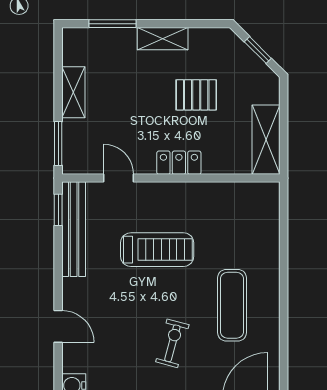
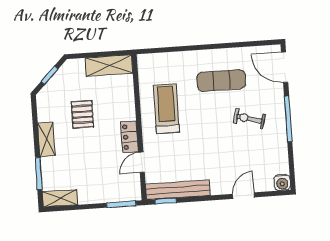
shelving: (73, 92) -> (60, 198), moved
locker: (179, 163) -> (129, 137), moved
treadmill: (157, 250) -> (166, 109), moved

